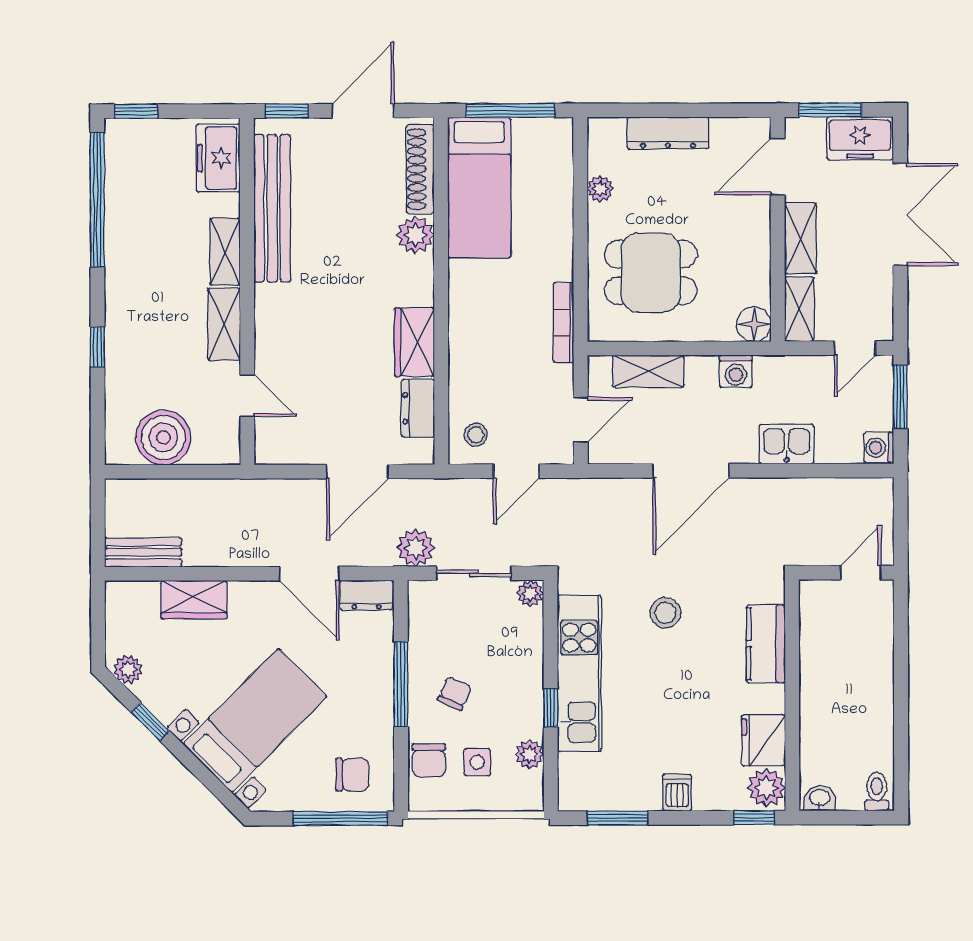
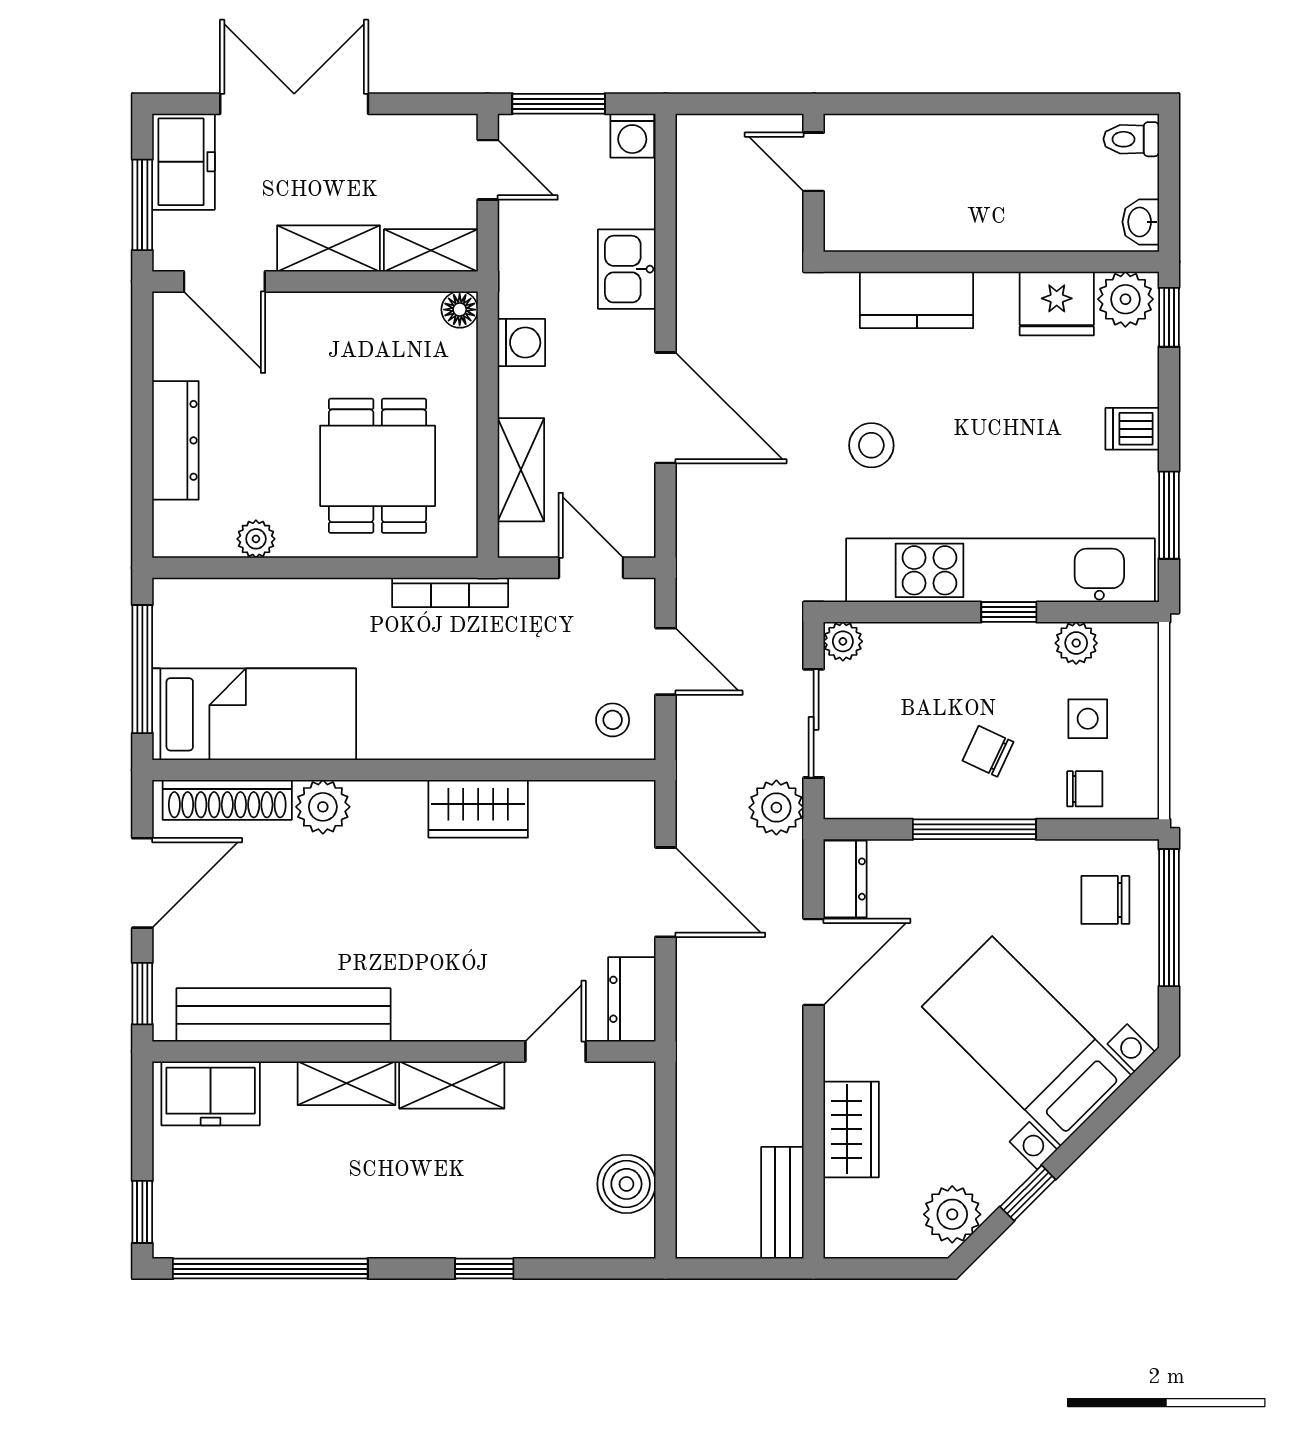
door: (363, 111) -> (142, 883), swing flipped
floor lamp: (754, 324) -> (460, 310), width x0.73, depth x0.73
dresser: (418, 408) -> (632, 999), moved, turned 90
boiler: (163, 437) -> (626, 1184), width x0.73, depth x0.73
plant: (128, 669) -> (952, 1214), width x1.38, depth x1.38
kitchen unit: (579, 674) -> (1001, 570), width x1.36
chair: (429, 760) -> (1085, 789), width x0.73, depth x0.73
chair: (352, 775) -> (1105, 900), turned -90

